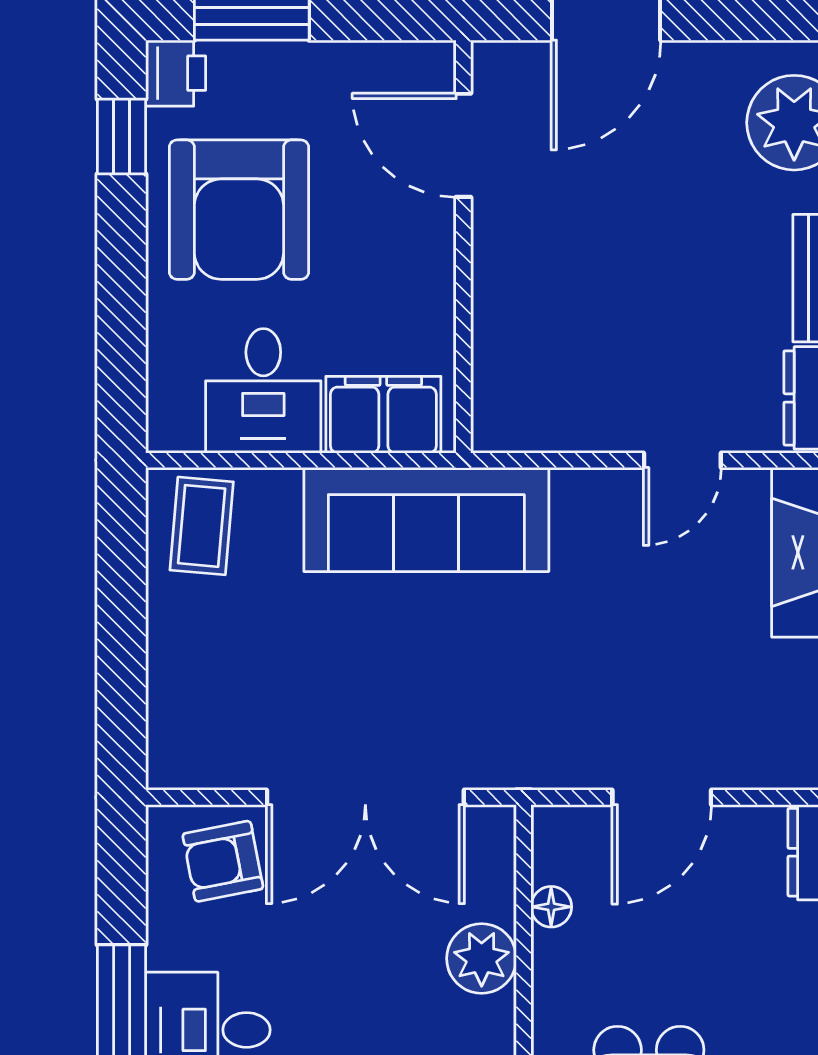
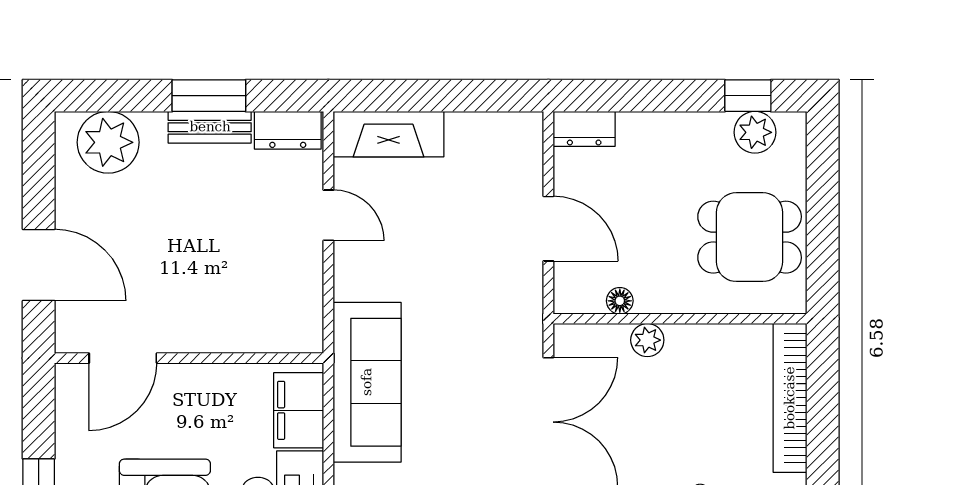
plant: (482, 958) -> (647, 340), width x0.73, depth x0.73

